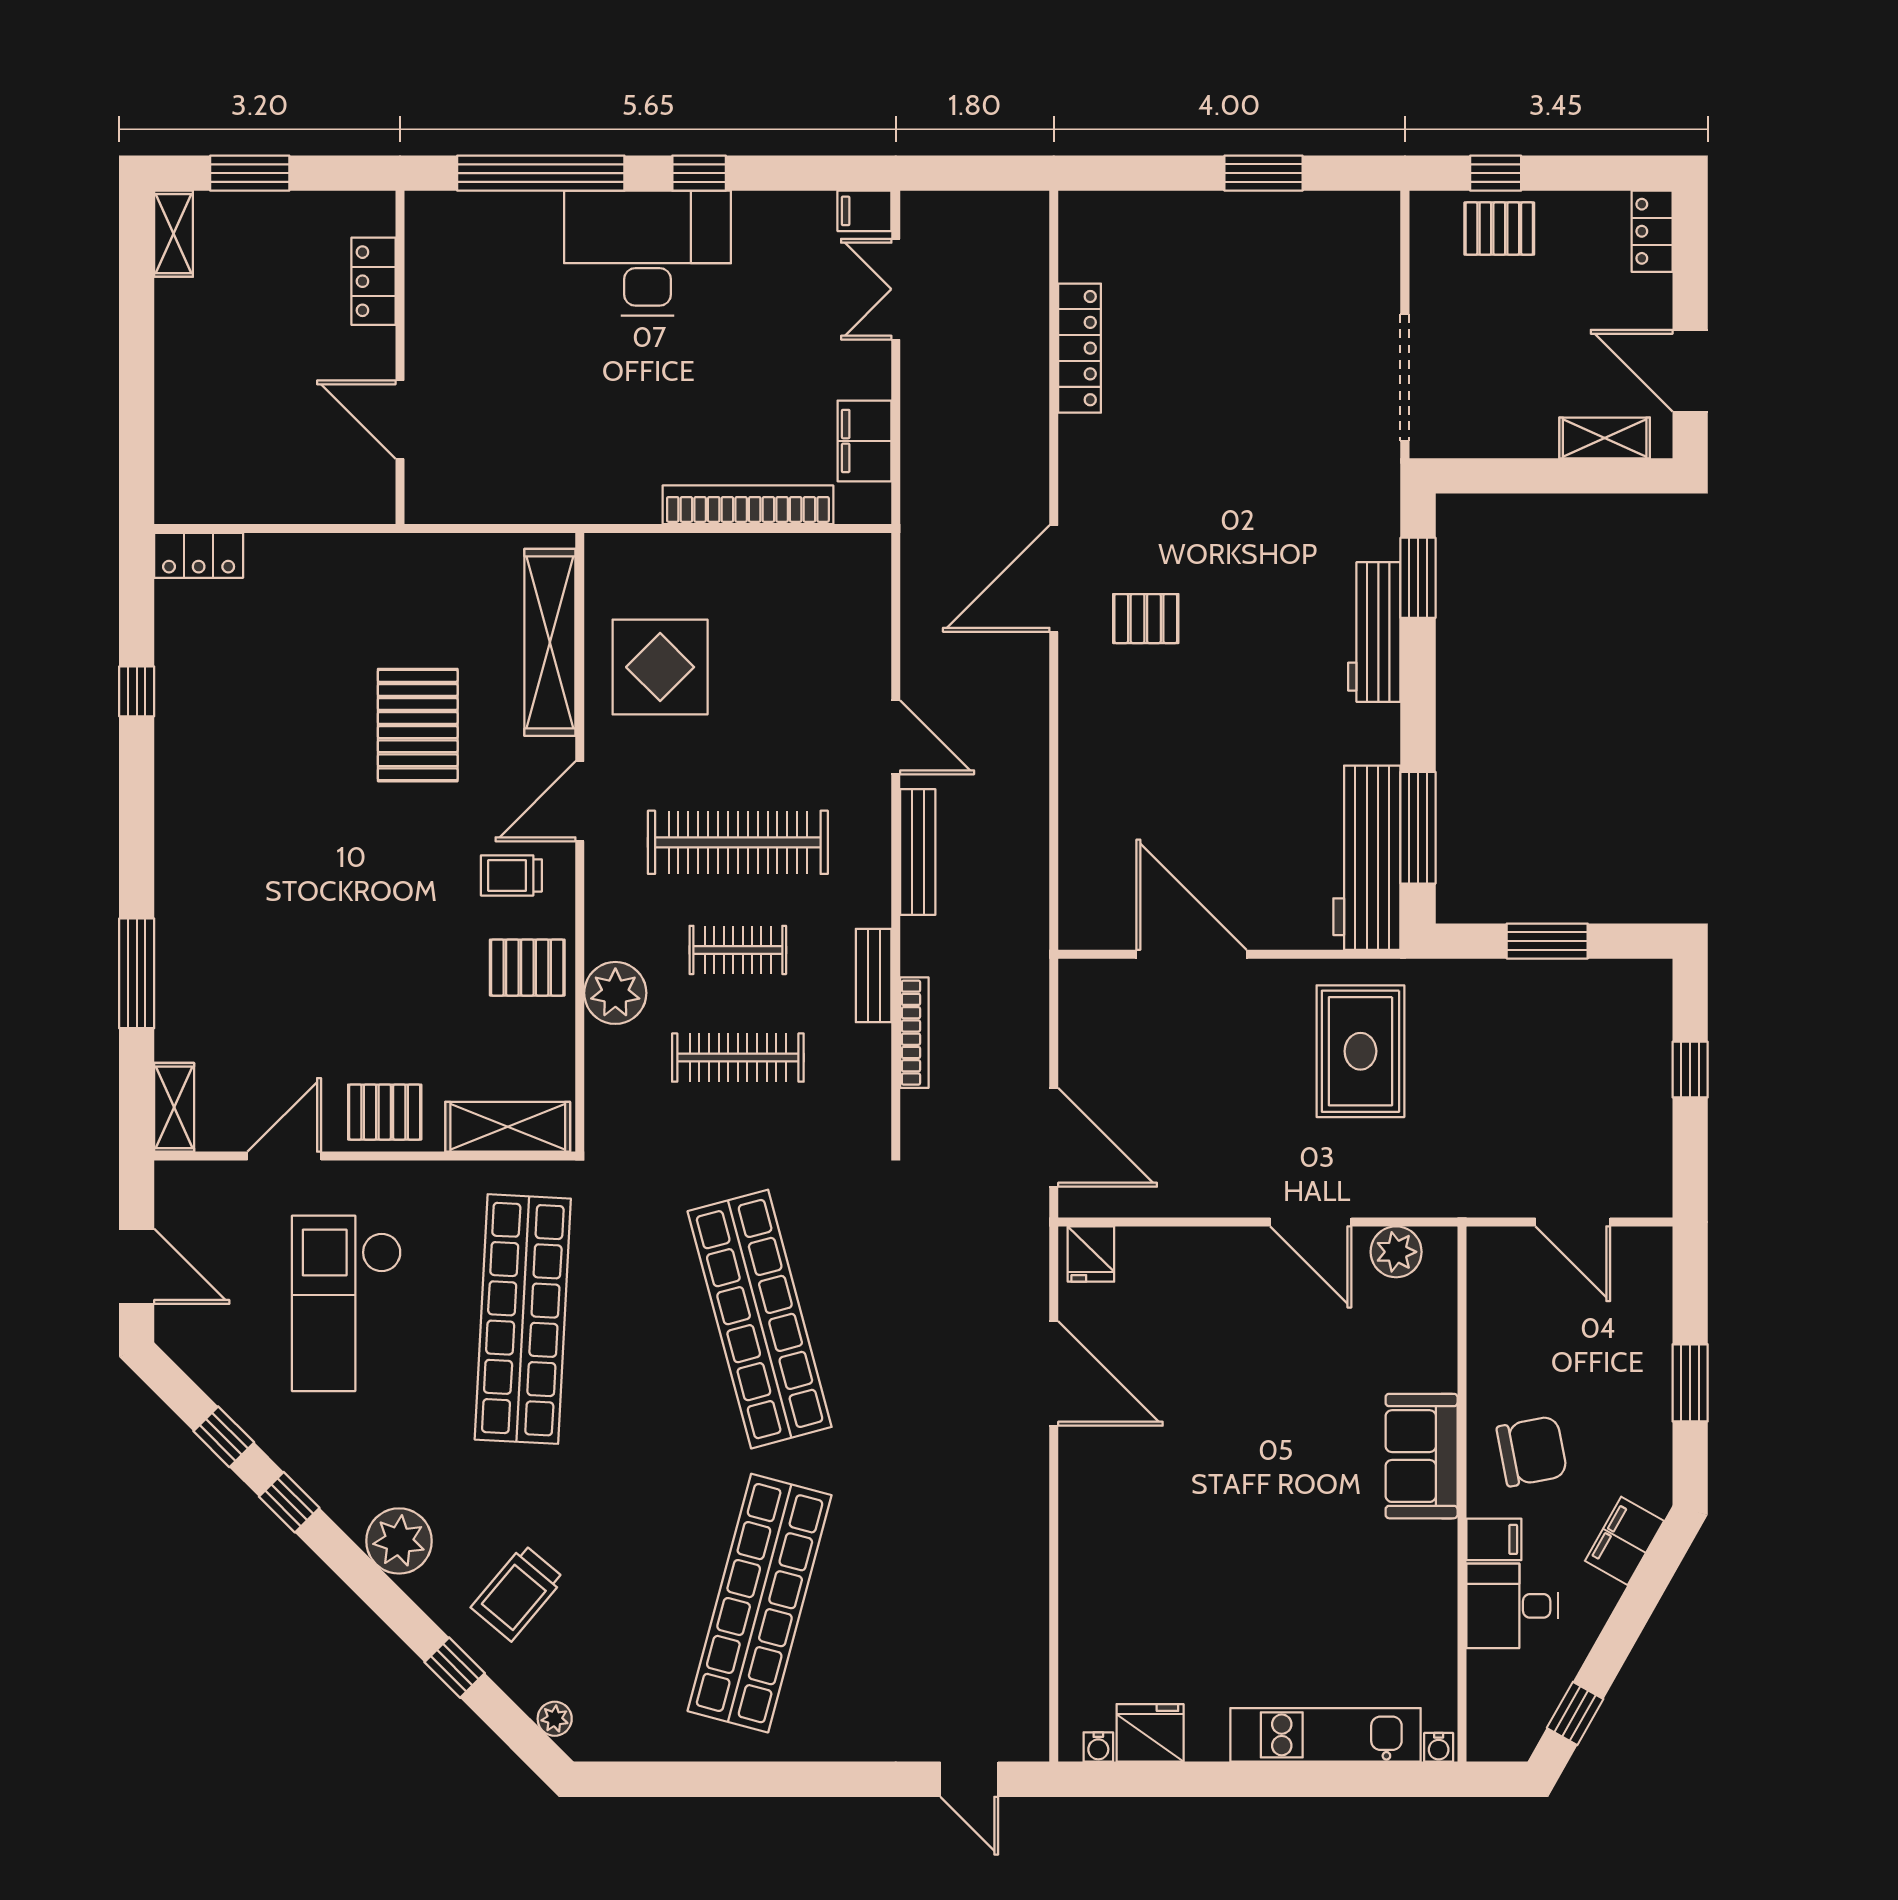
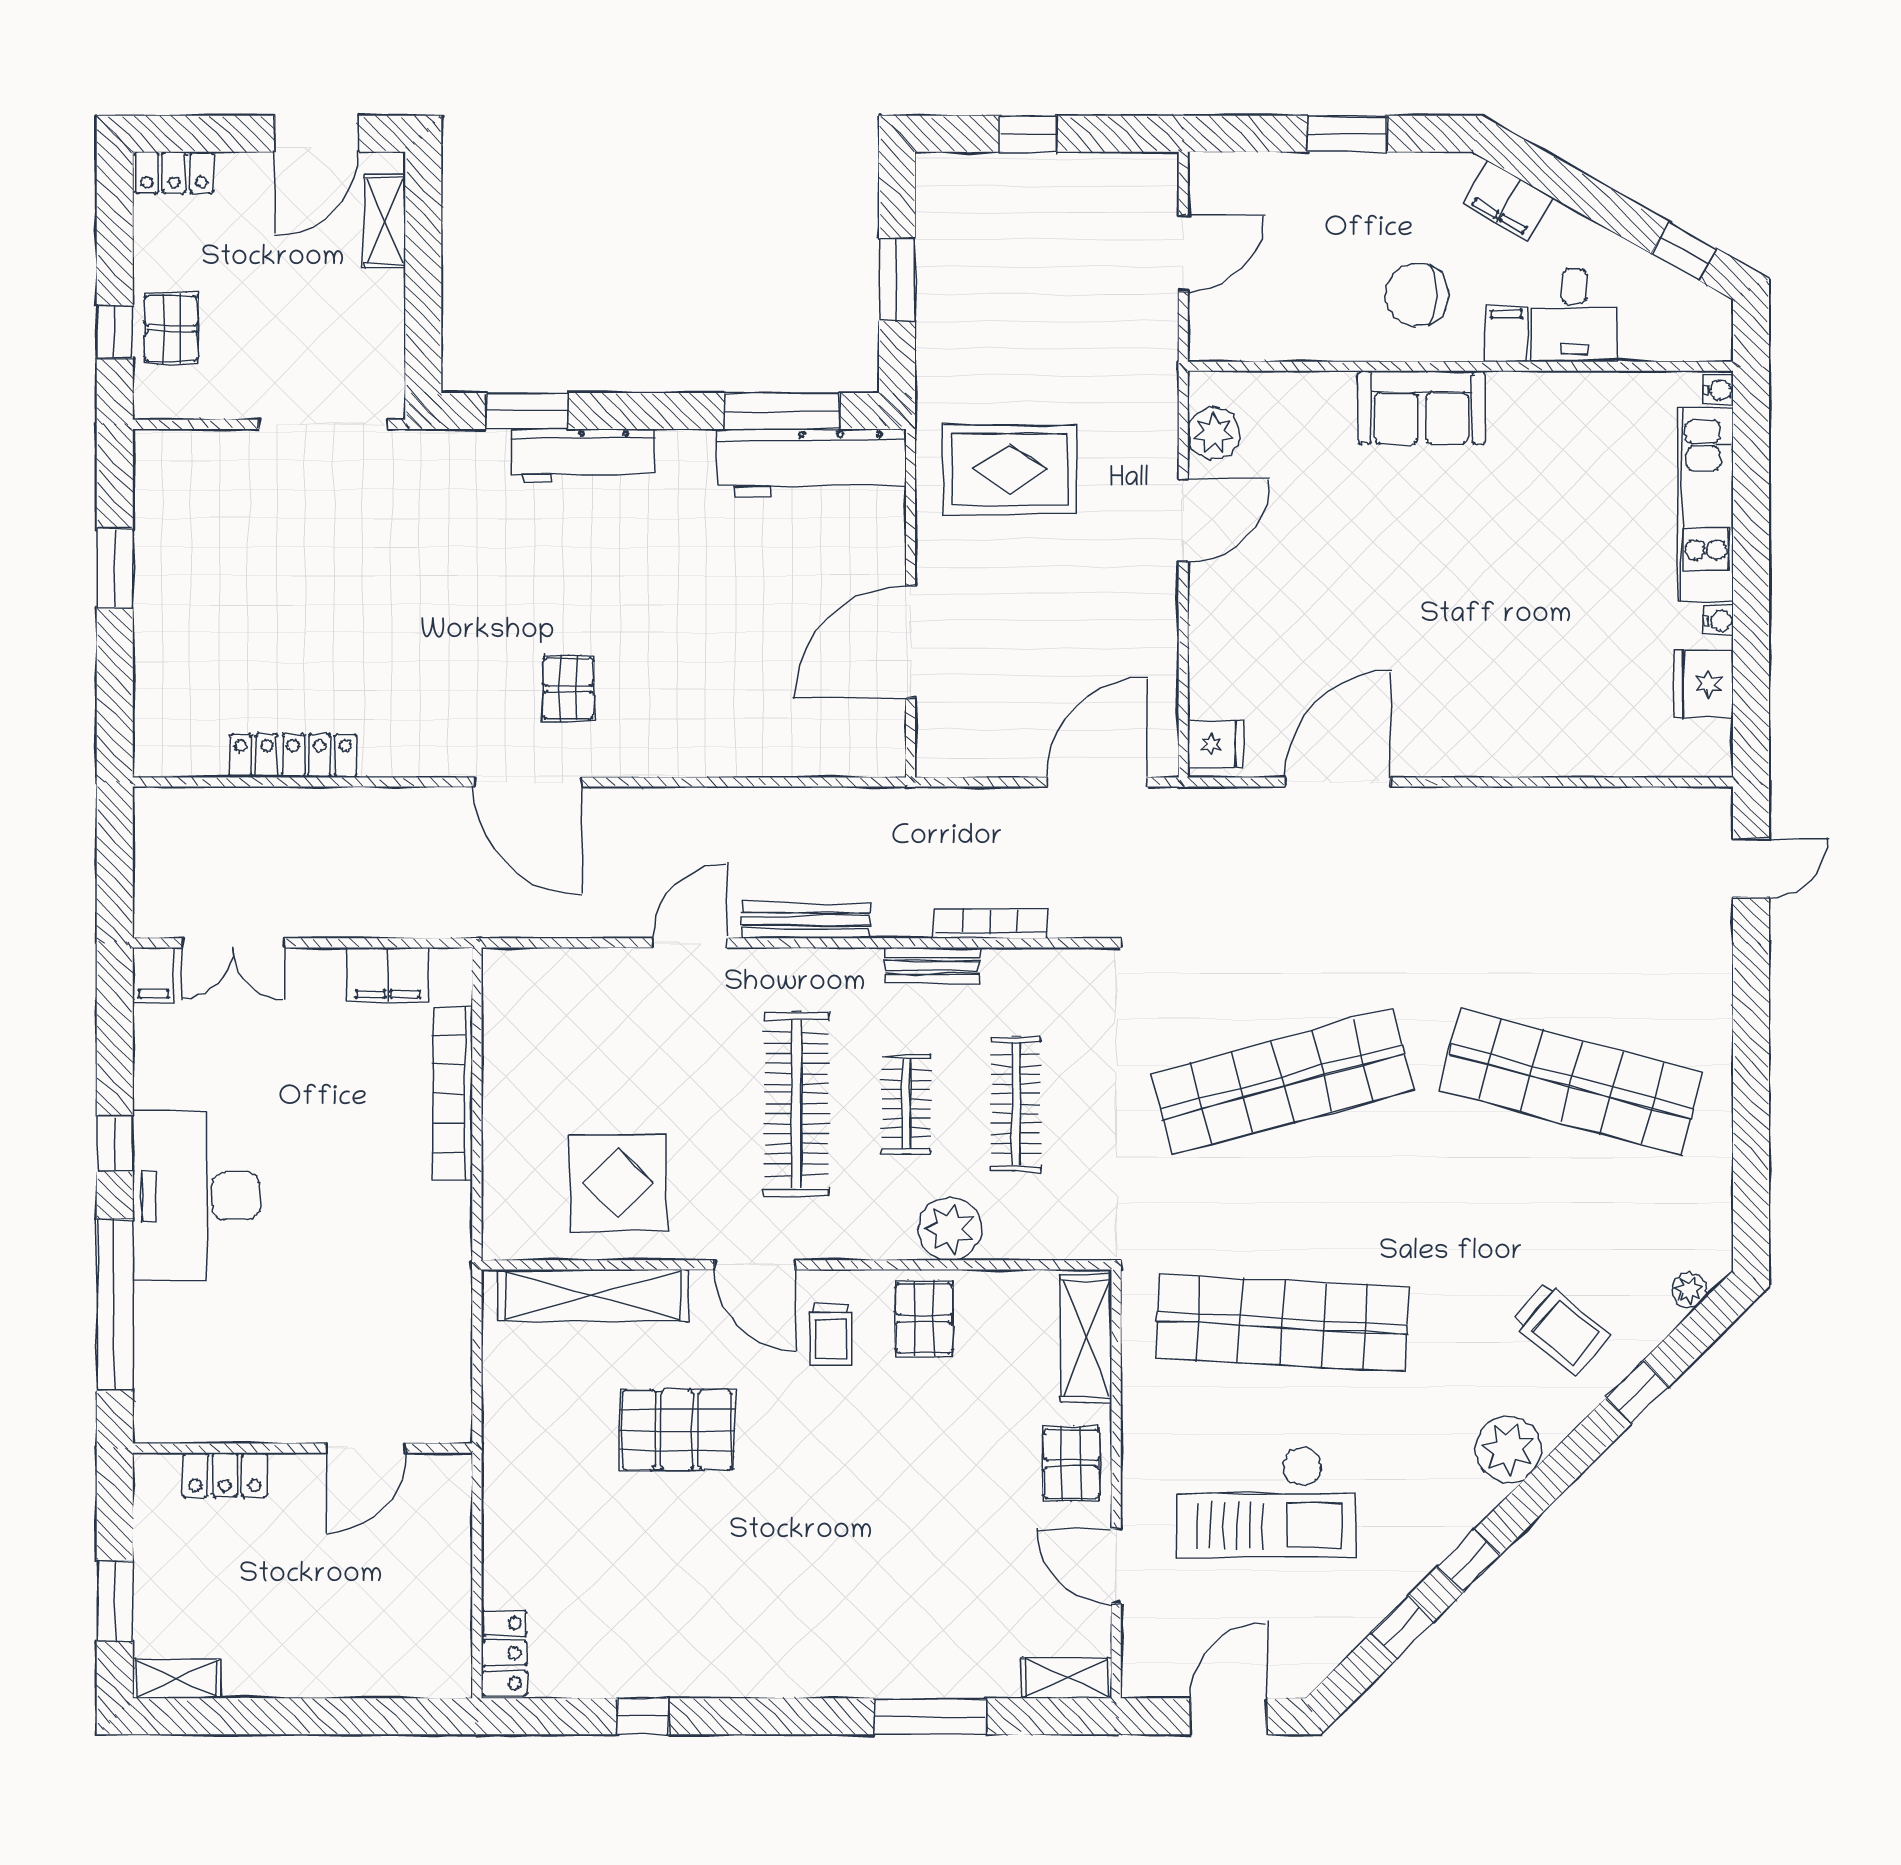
chair: (1532, 1451) -> (1417, 295), turned -79
water cooler: (1098, 1747) -> (1718, 621), moved

